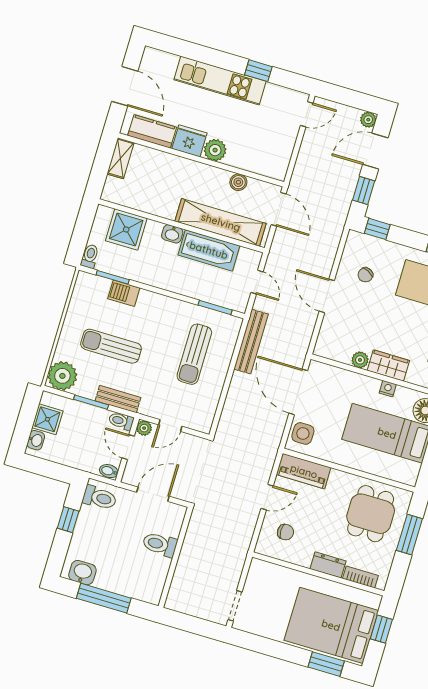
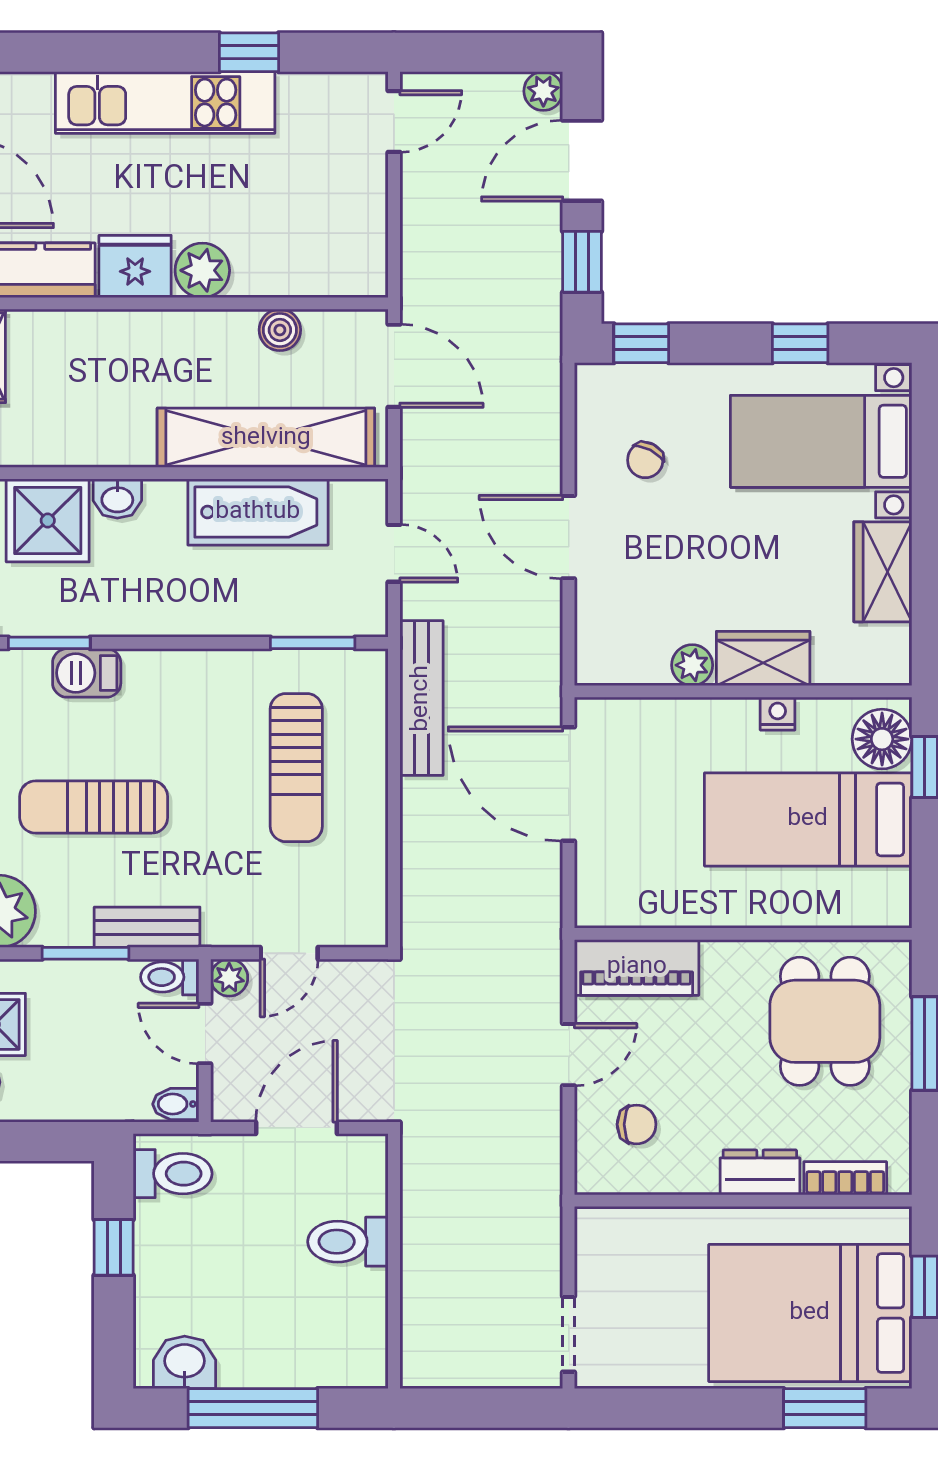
washbasin: (172, 234) -> (117, 499), moved
side table: (303, 433) -> (609, 879), removed

